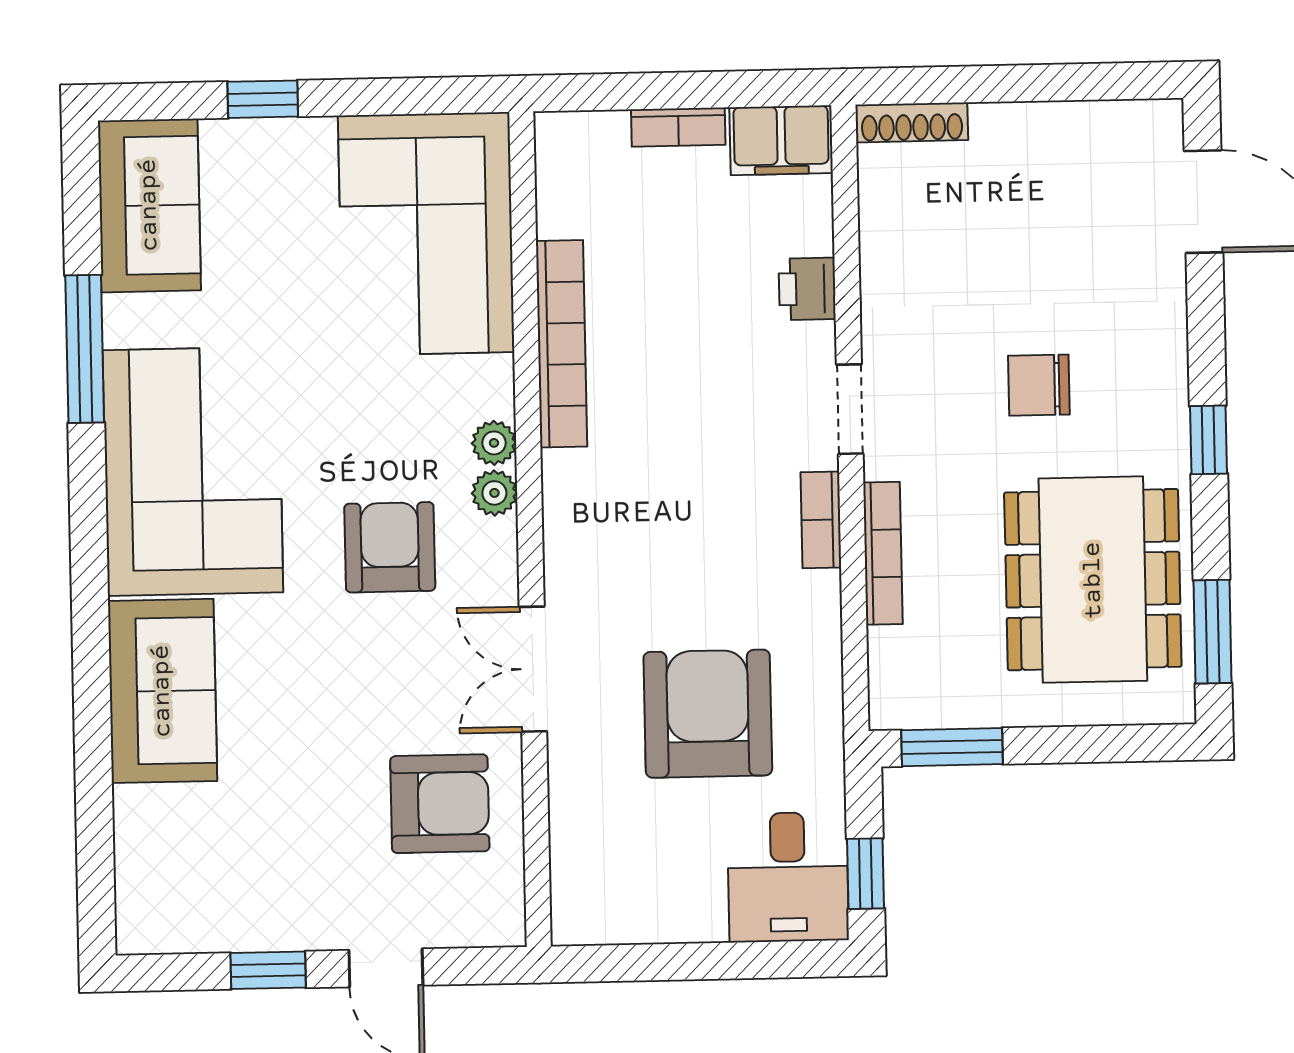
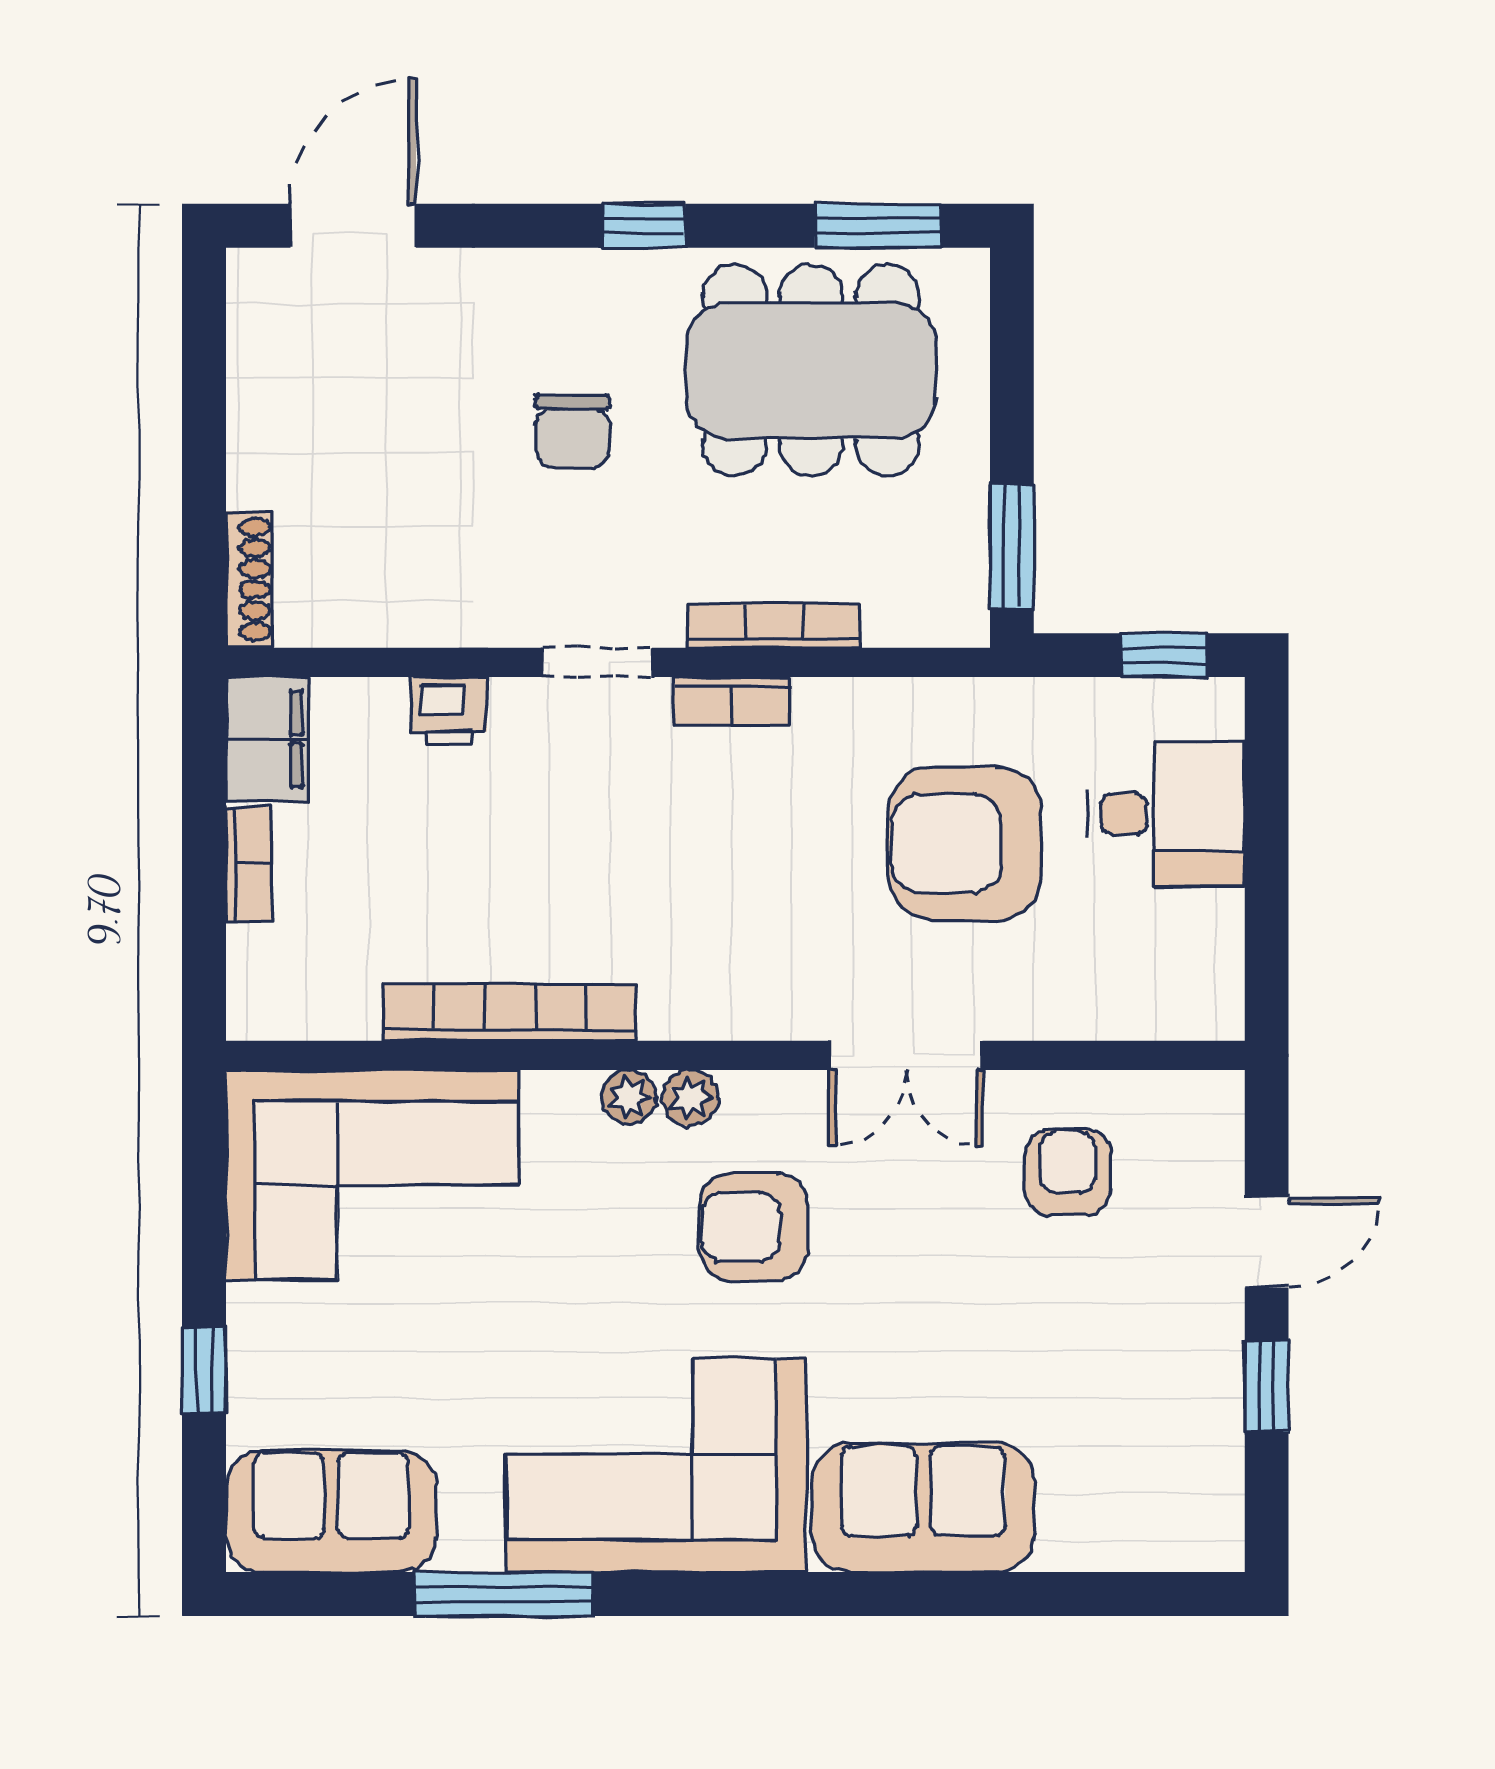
armchair: (440, 804) -> (1068, 1172), width x0.72, depth x0.72
desk: (788, 877) -> (1166, 814), moved

